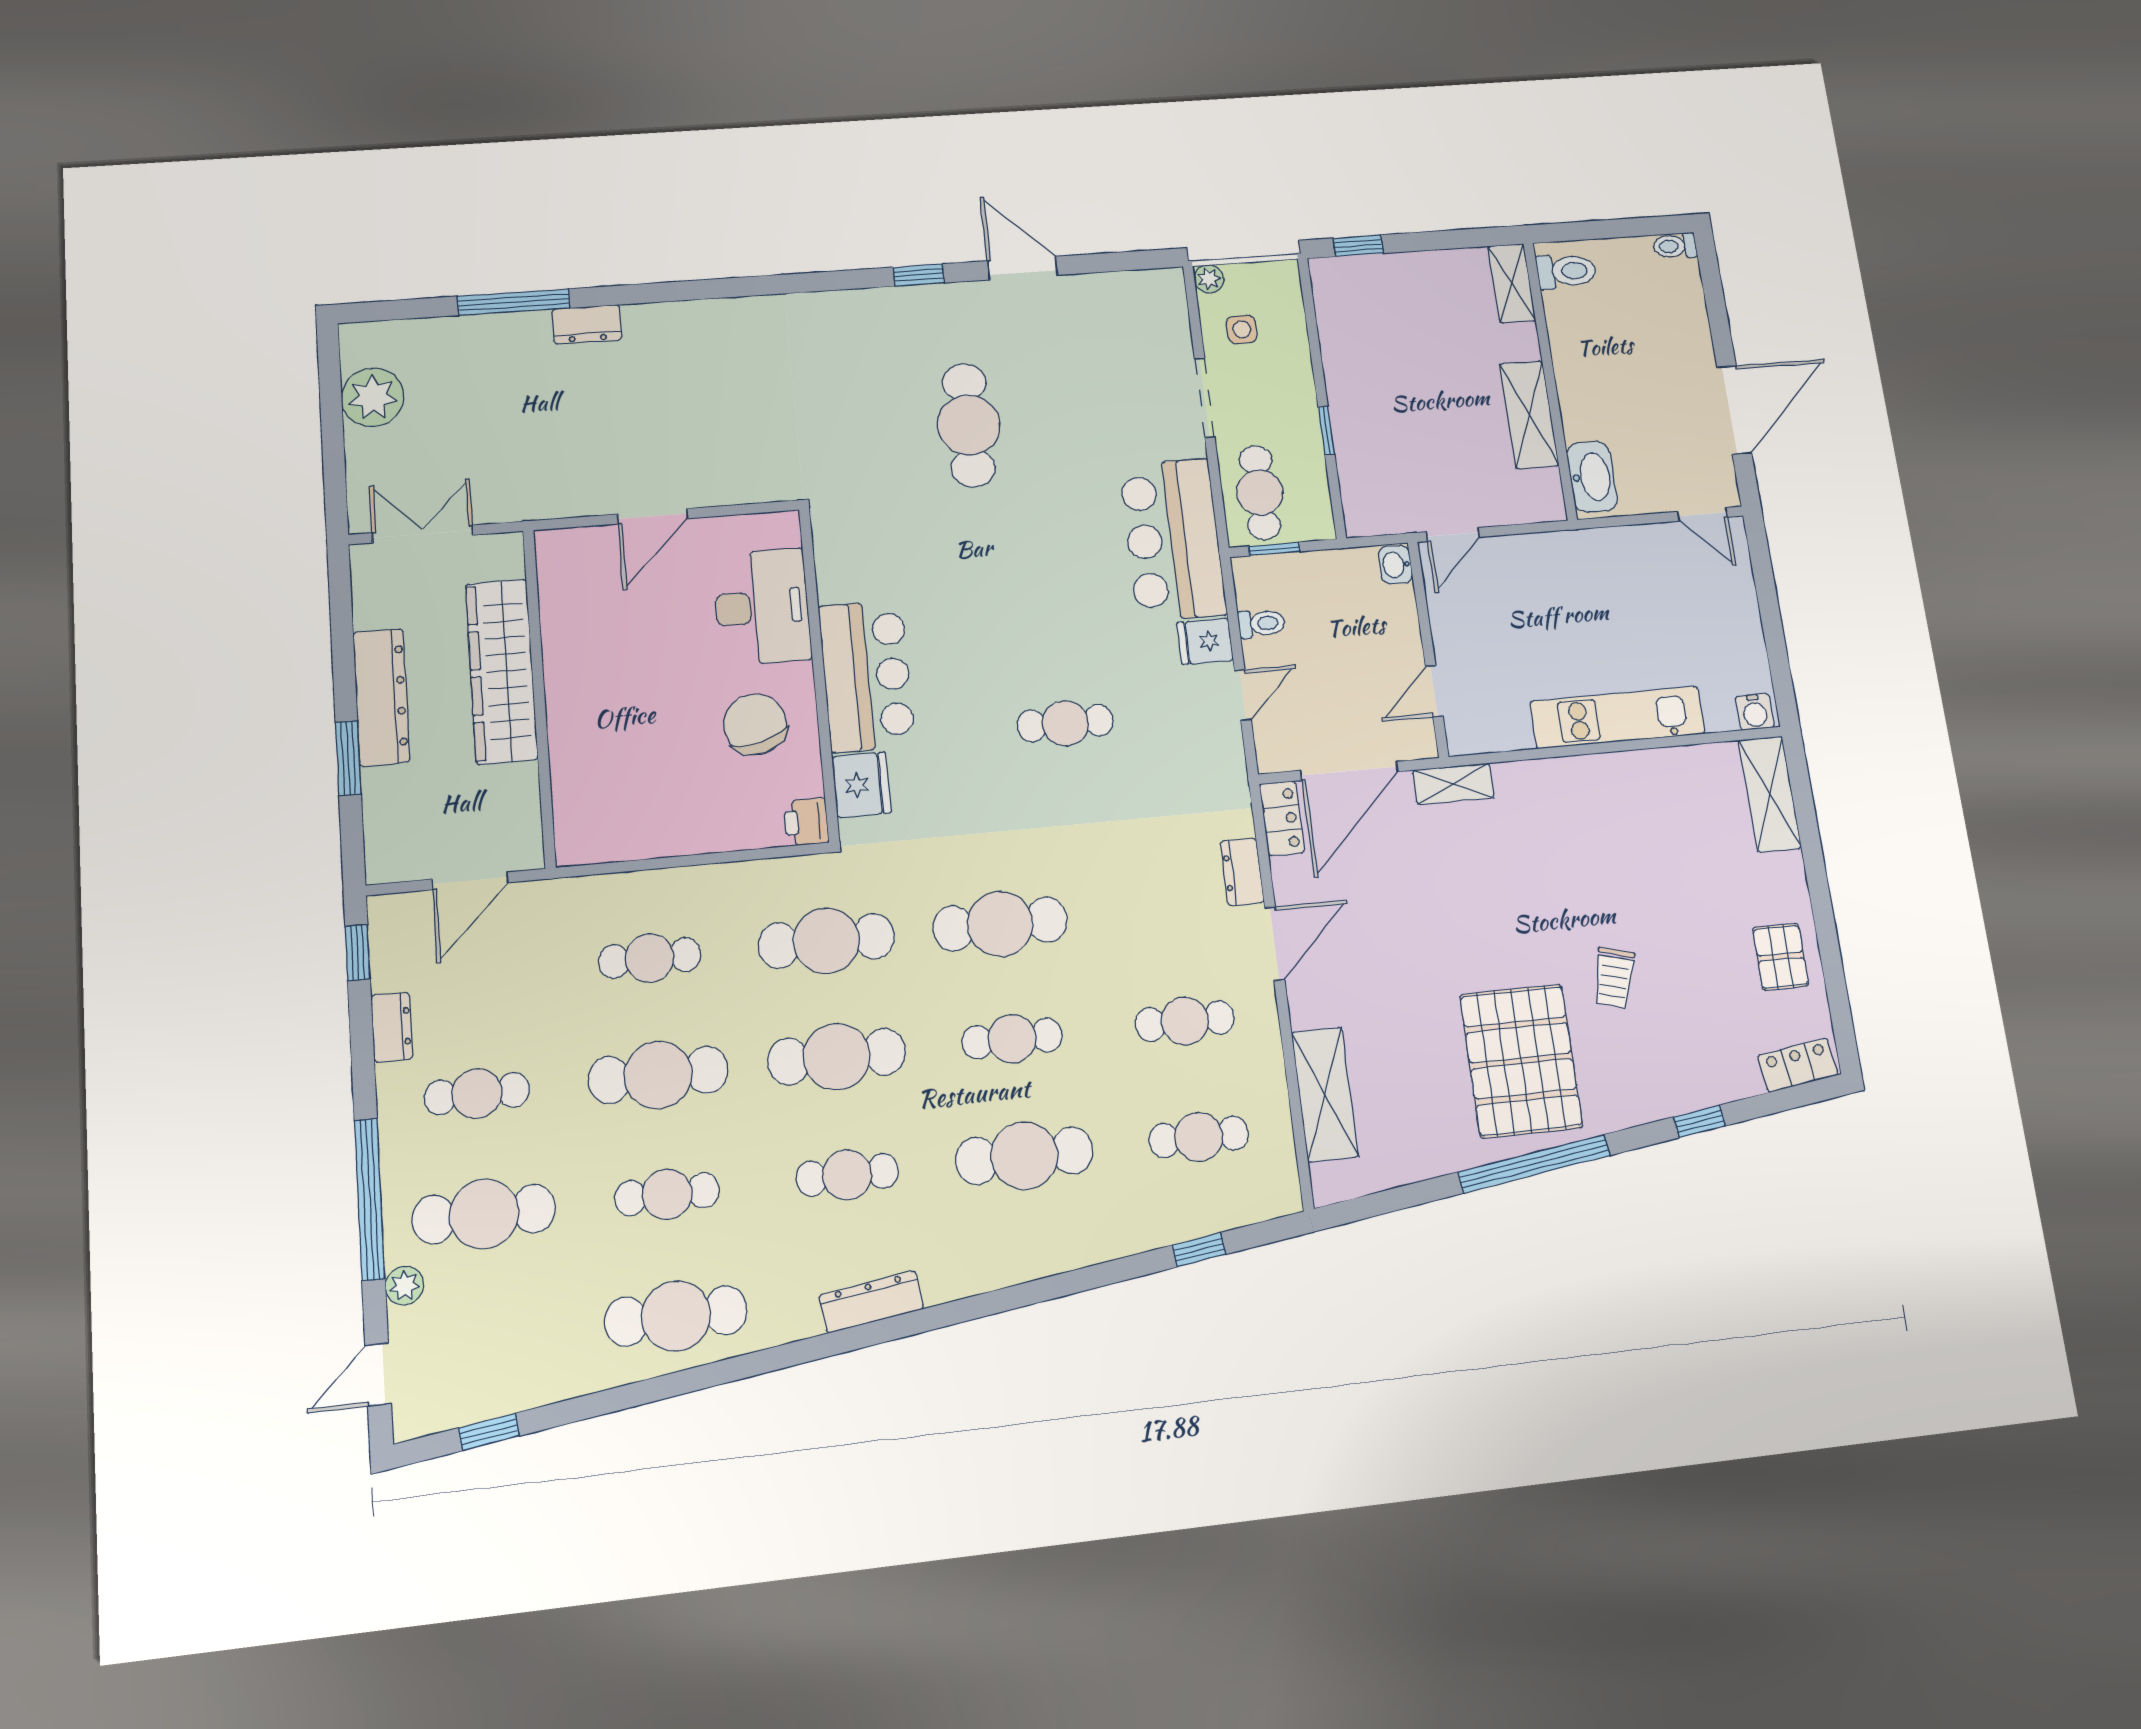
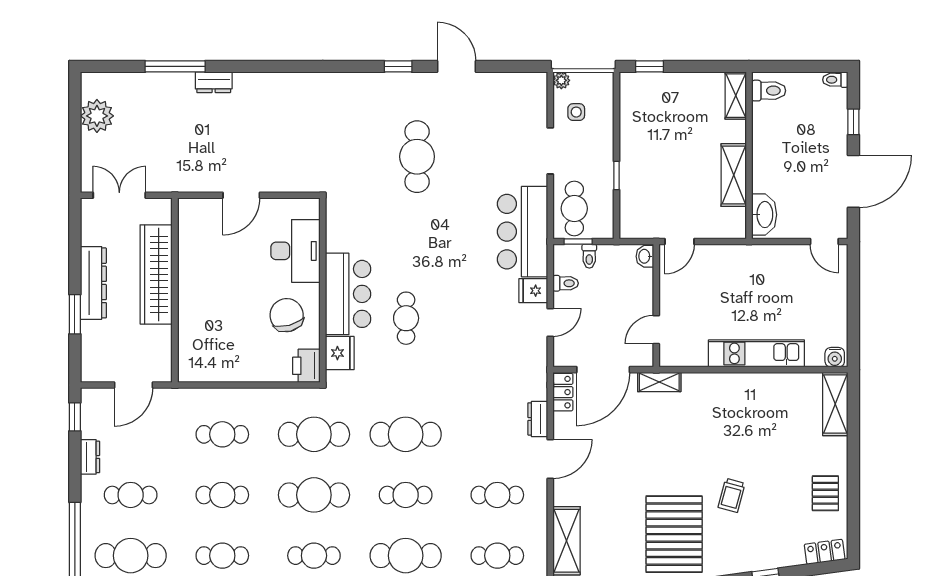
window: (1717, 312) -> (853, 122), added
toilet: (1297, 573) -> (589, 256), added
cafe table: (1065, 723) -> (406, 318), moved, turned 90
printer: (806, 822) -> (306, 366), width x1.36, depth x1.24
cafe table: (658, 1075) -> (222, 495), width x0.73, depth x0.74

